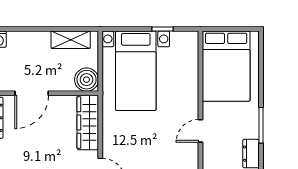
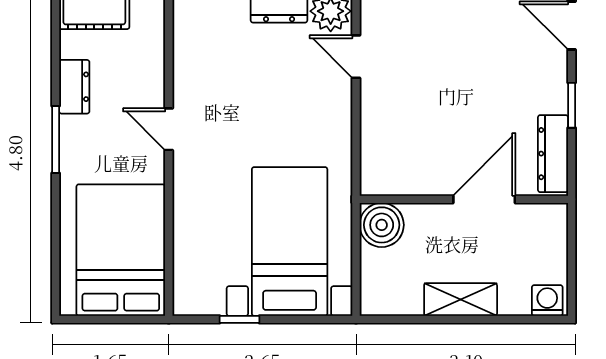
shelving: (71, 40) -> (461, 300), moved
wardrobe: (88, 123) -> (379, 145), removed
door: (200, 131) -> (169, 129), swing flipped

